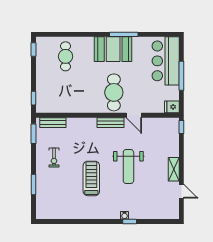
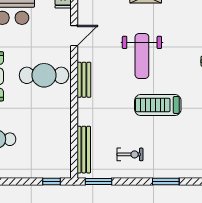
door: (134, 115) -> (74, 36), moved
bench: (53, 123) -> (84, 150), width x1.36
weight bench: (128, 166) -> (142, 56), turned 90

